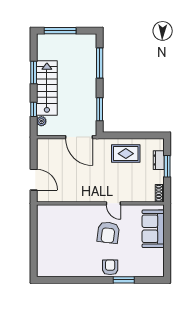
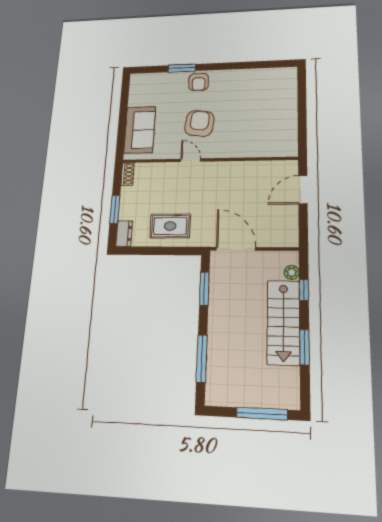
dresser: (159, 160) -> (124, 234), moved
door: (34, 180) -> (303, 190), hinge flipped

